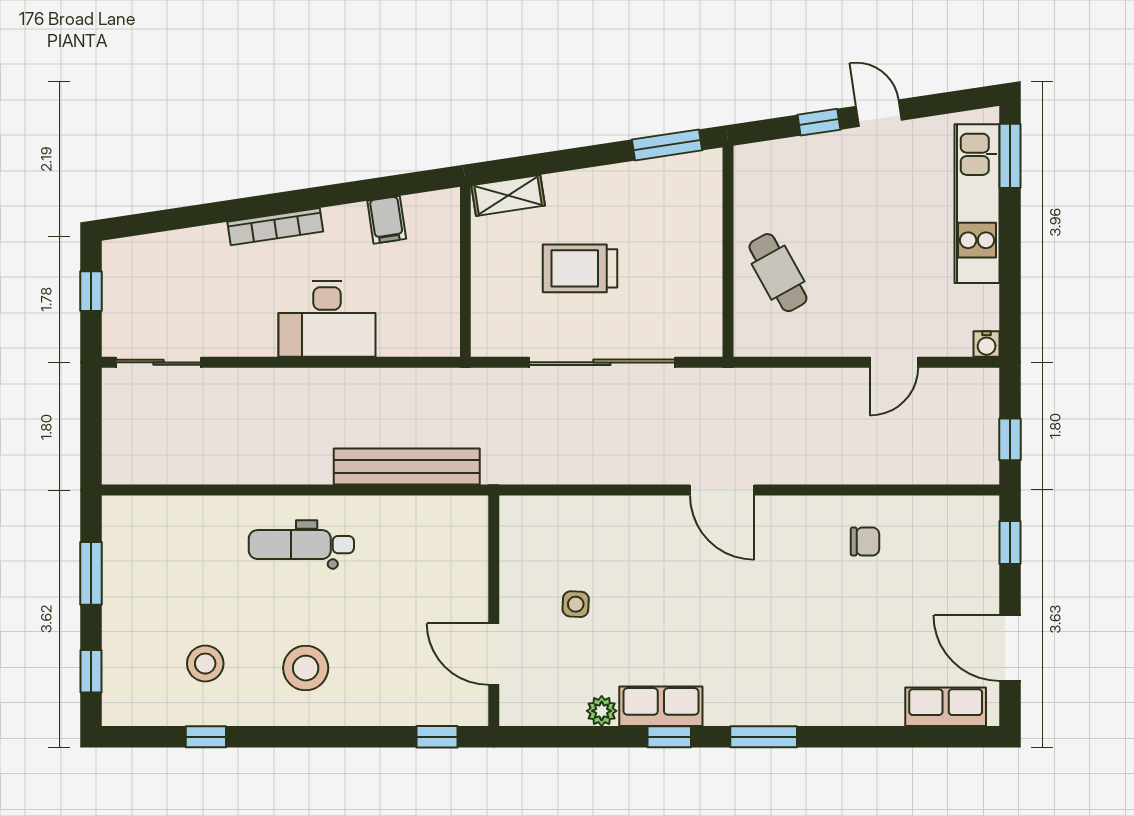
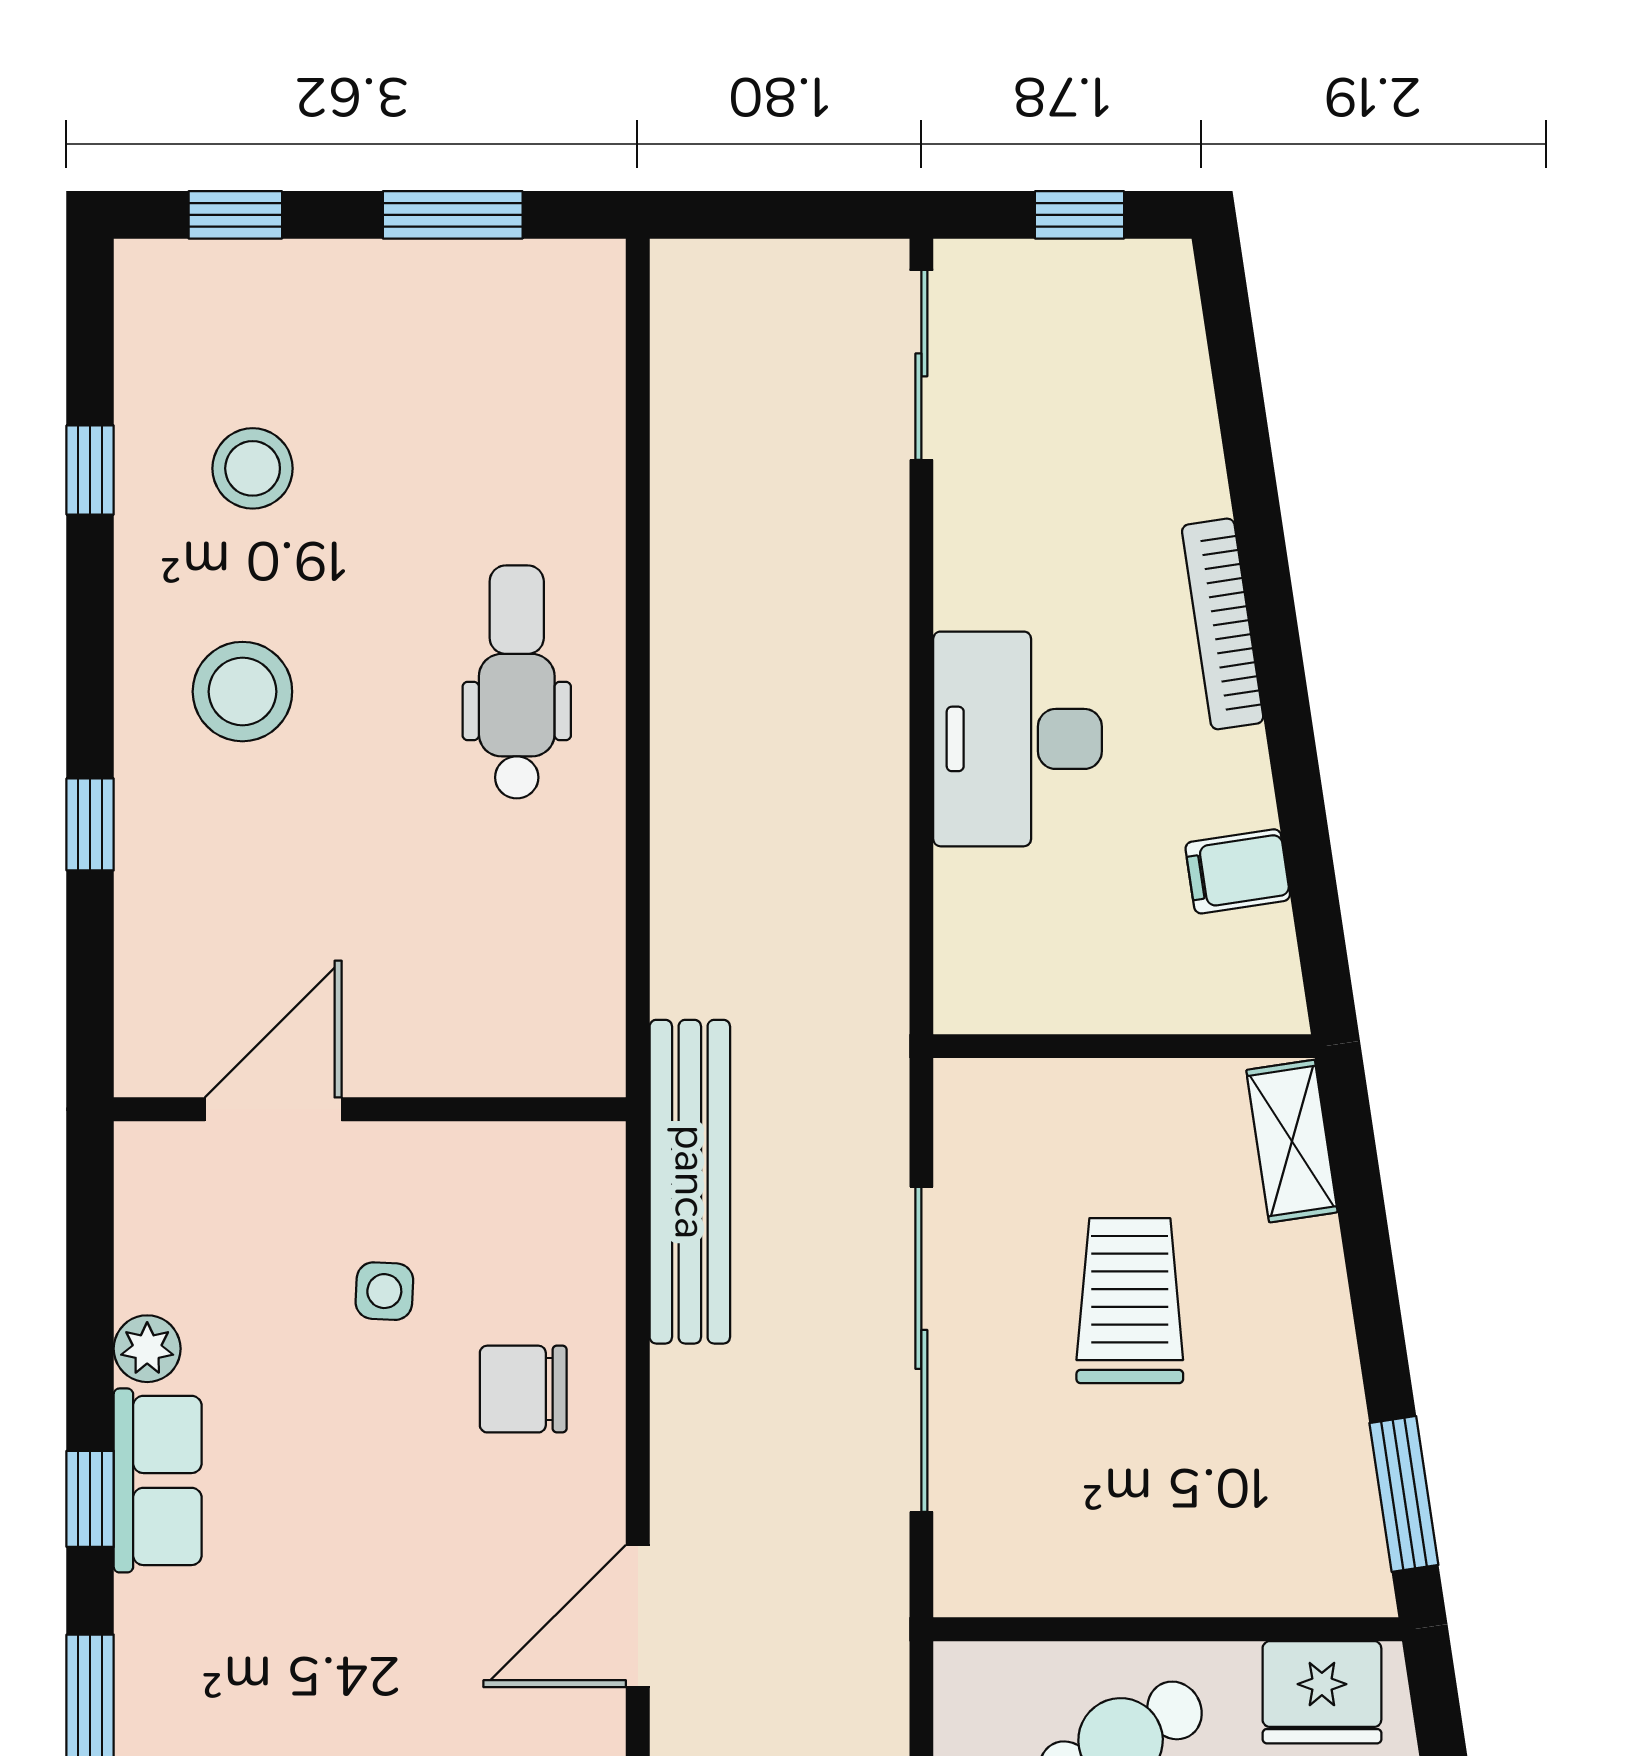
fridge: (756, 182) -> (1322, 1692), added
bench: (407, 467) -> (690, 1182), moved
chair: (620, 542) -> (523, 1389), added
window: (437, 737) -> (90, 824), moved

